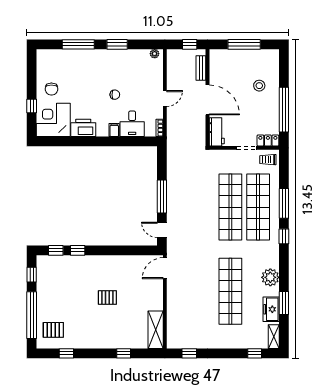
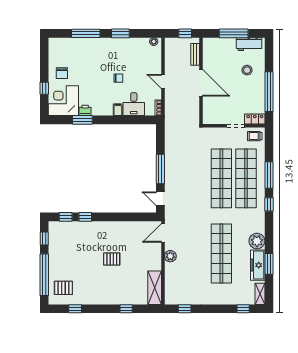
door: (165, 98) -> (163, 82), swing flipped
printer: (83, 128) -> (85, 110), width x0.53, depth x0.68
workbench: (217, 132) -> (249, 44), moved, turned 90
window: (75, 141) -> (82, 120), added
plant: (173, 294) -> (170, 256), added
freezer: (271, 309) -> (258, 265), width x1.40

